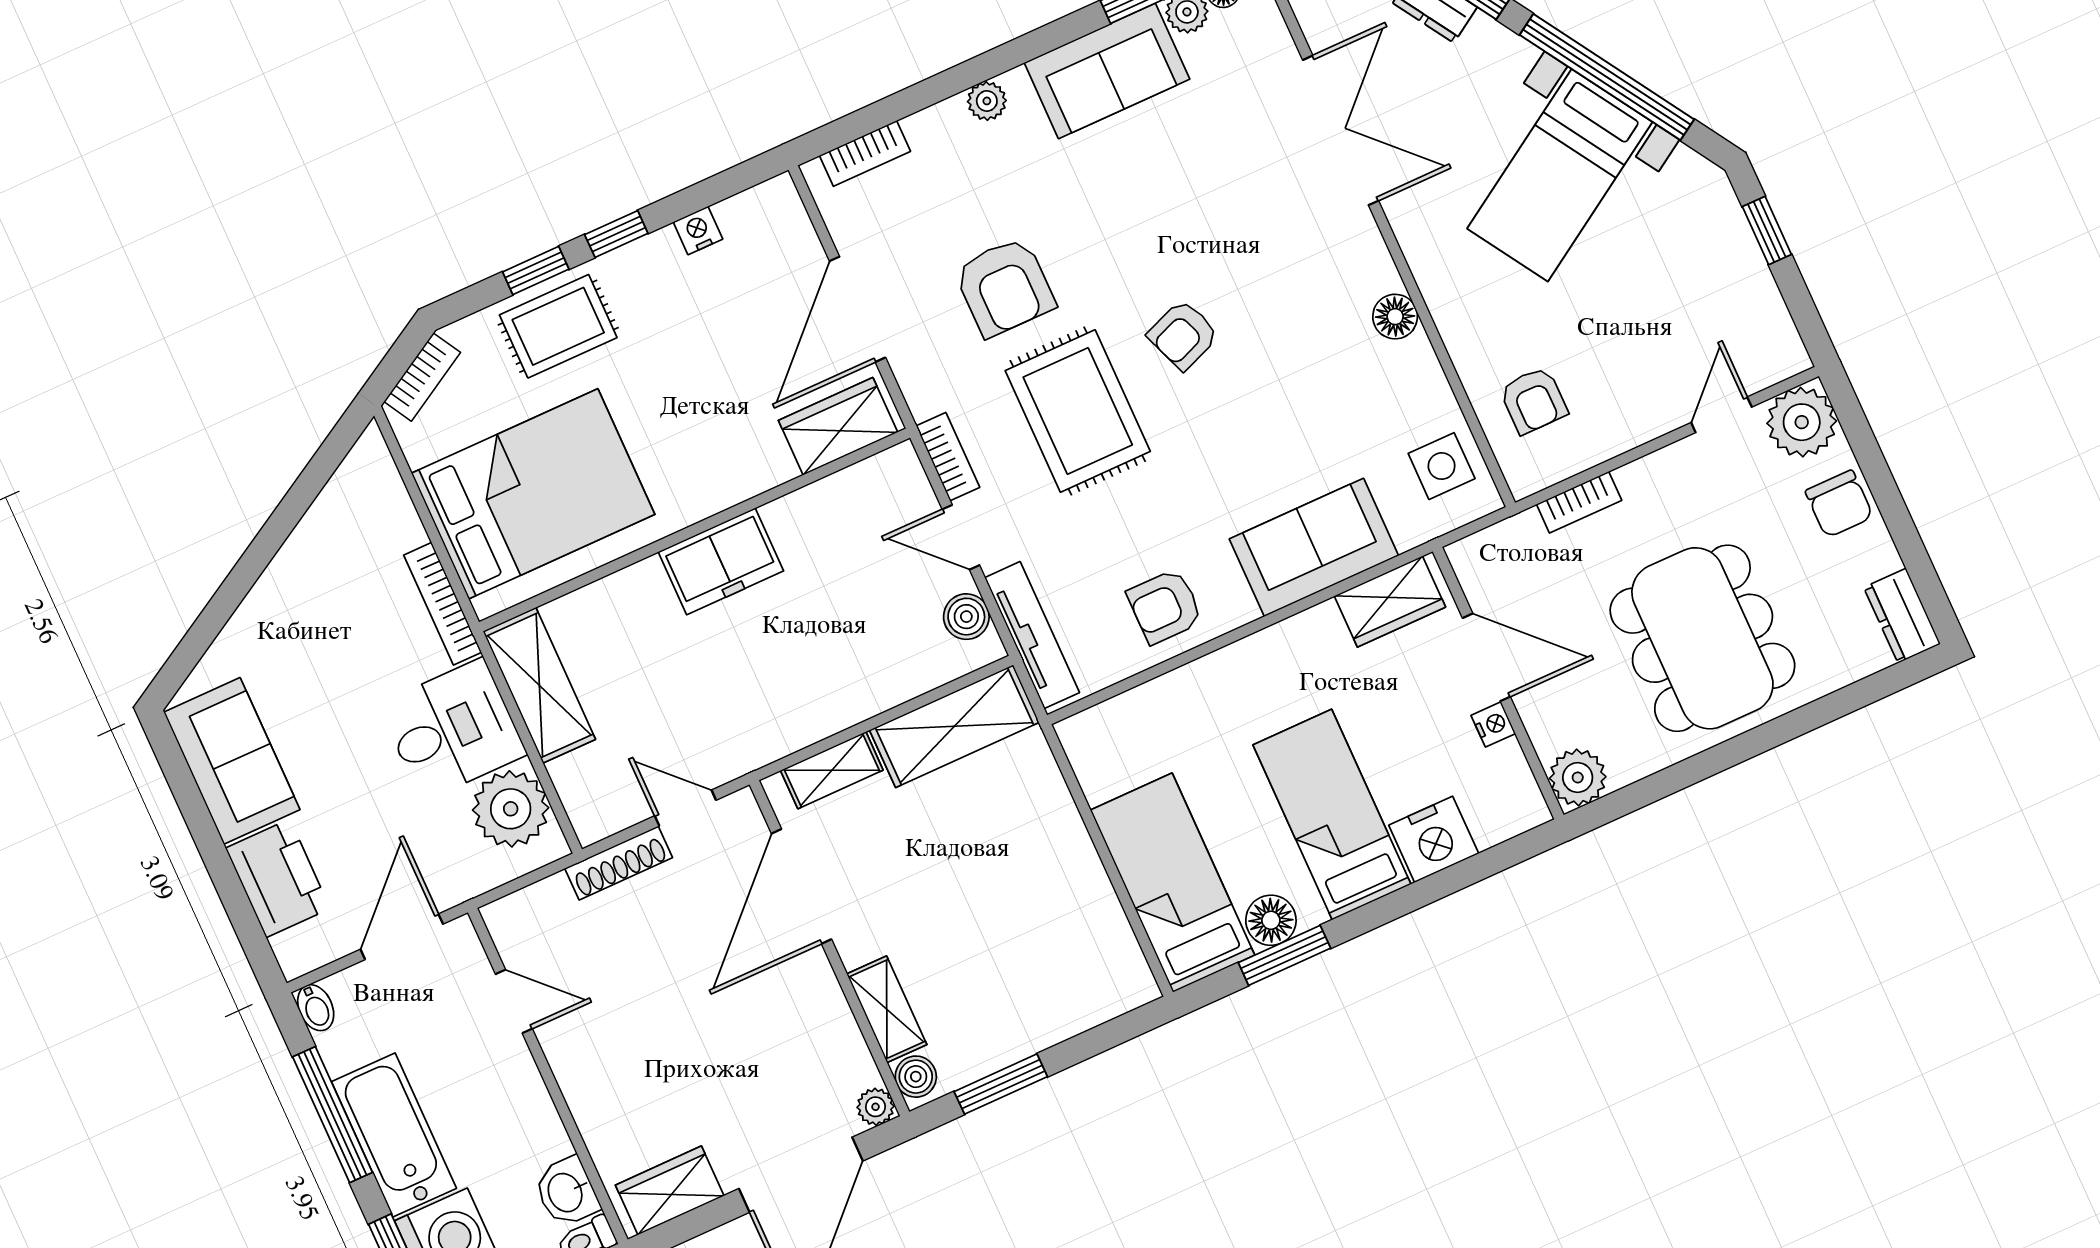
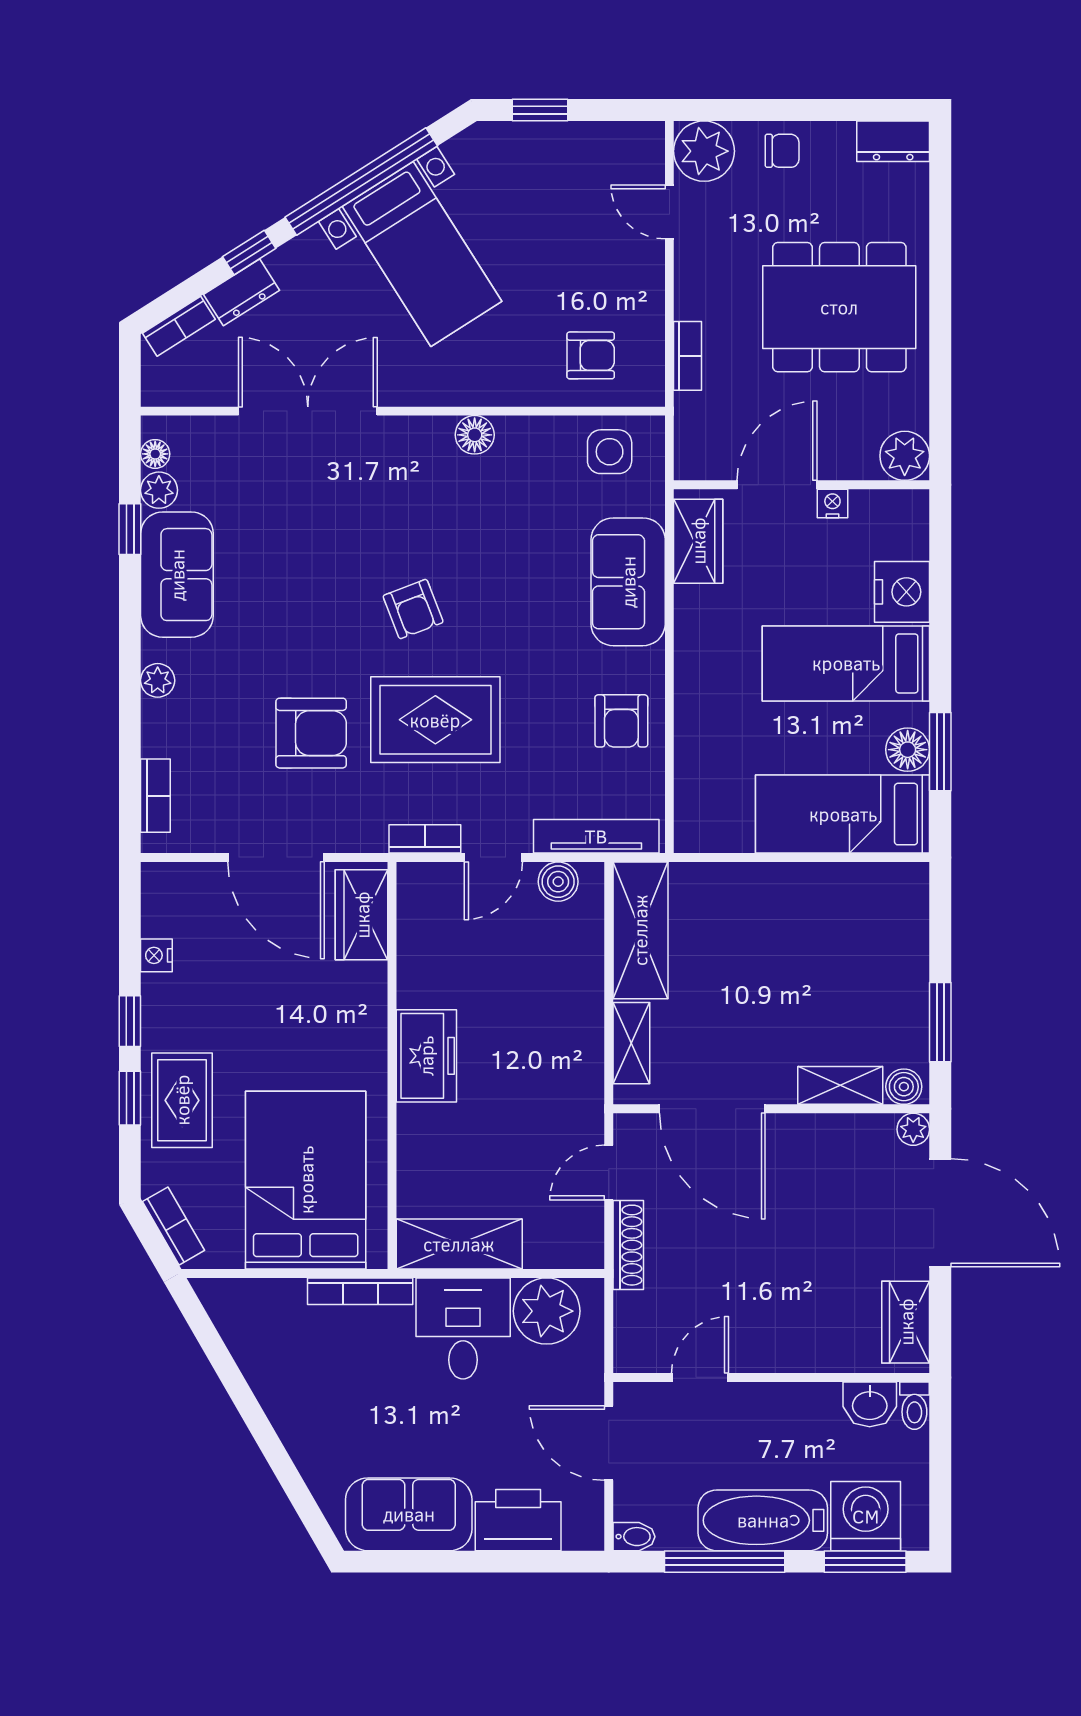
chair: (1839, 504) -> (782, 151), width x0.73, depth x0.73

